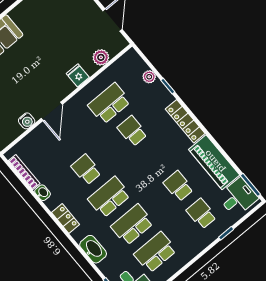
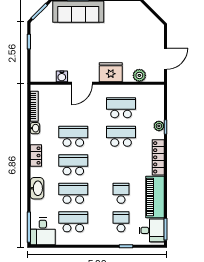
fridge: (78, 75) -> (111, 72), width x1.88, depth x1.34
plant: (149, 77) -> (159, 126), moved
school desk: (132, 131) -> (121, 136), width x1.85
school desk: (86, 170) -> (73, 136), width x1.85

